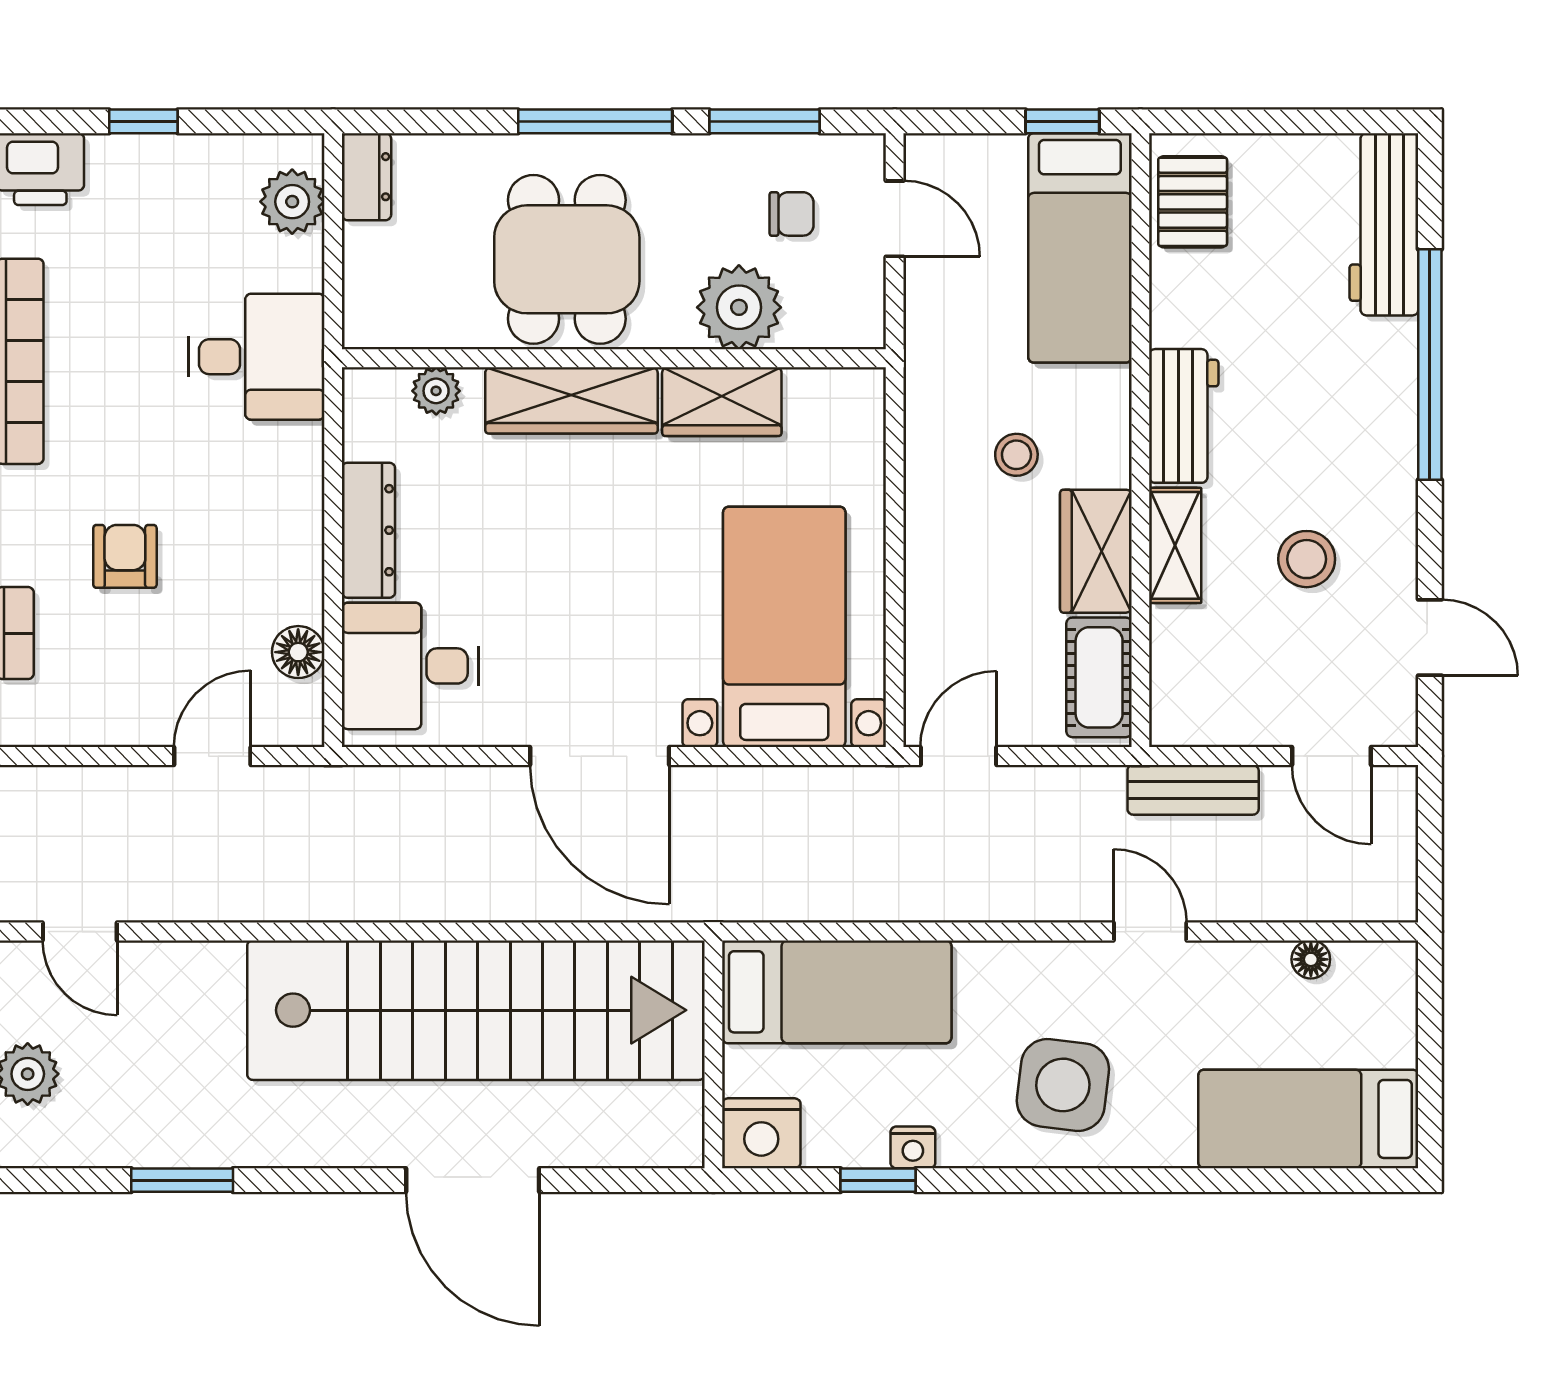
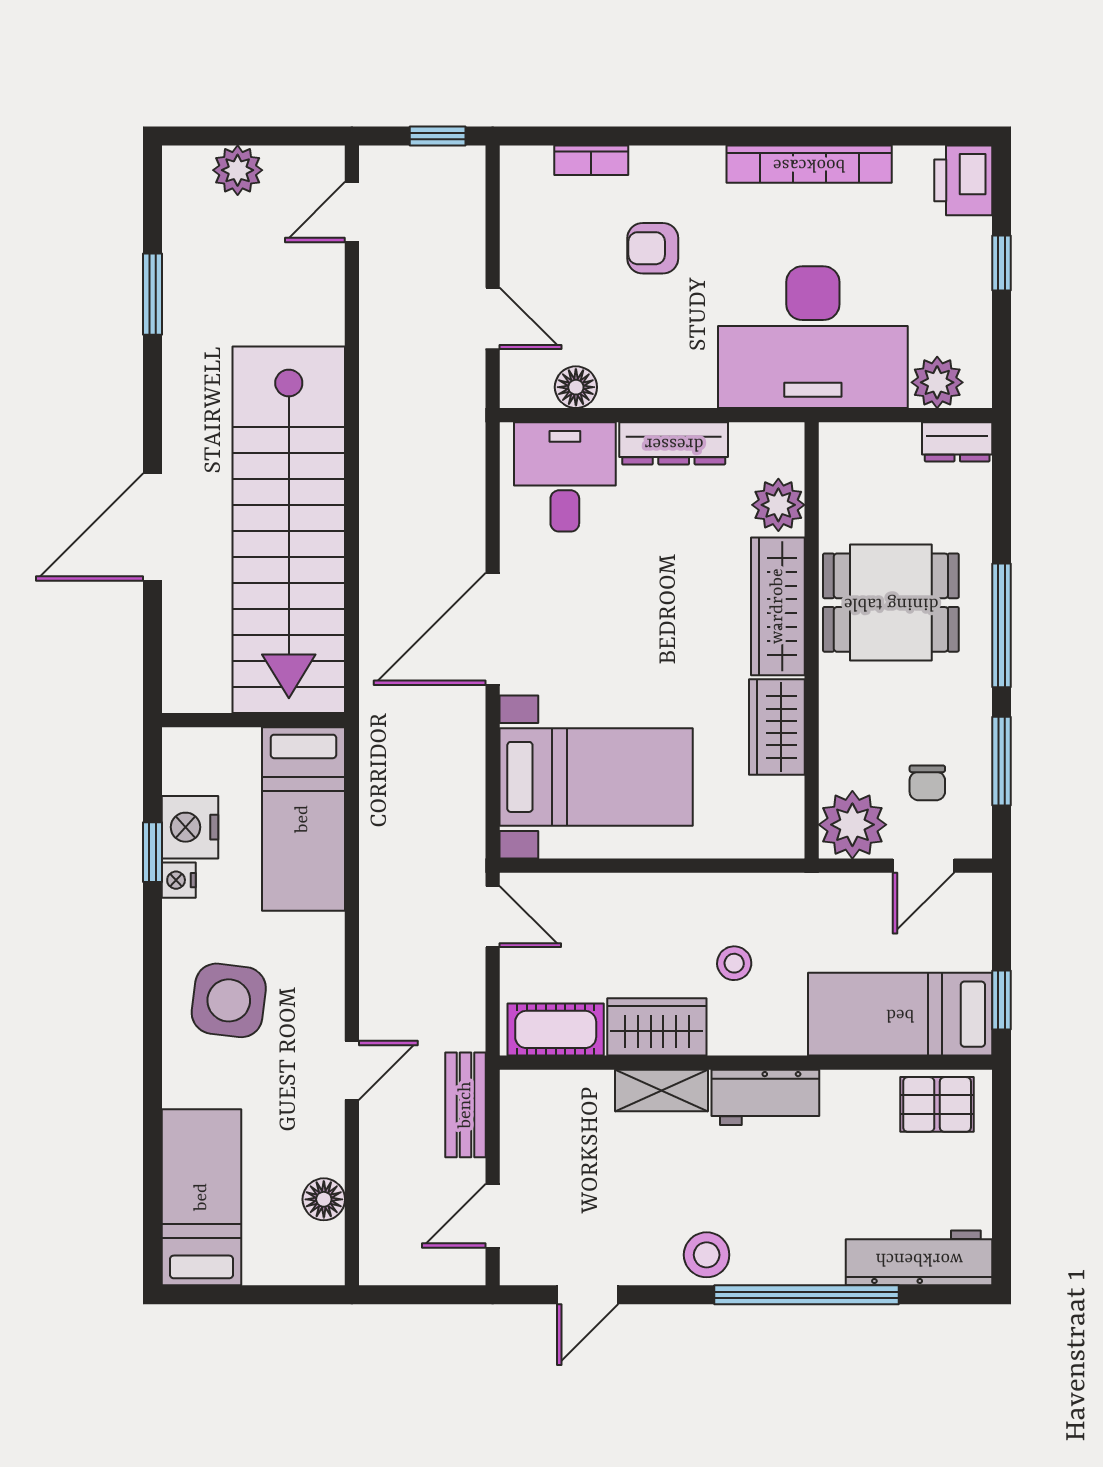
plant: (739, 307) -> (852, 825), moved
desk: (256, 357) -> (813, 337), width x1.87, depth x1.30
plant: (436, 391) -> (778, 505), width x1.38, depth x1.38
armchair: (125, 556) -> (653, 248), turned 180
stool: (1307, 559) -> (707, 1255), moved
floor lamp: (1311, 959) -> (324, 1199), width x1.37, depth x1.37
nightstand: (761, 1133) -> (190, 827), moved

